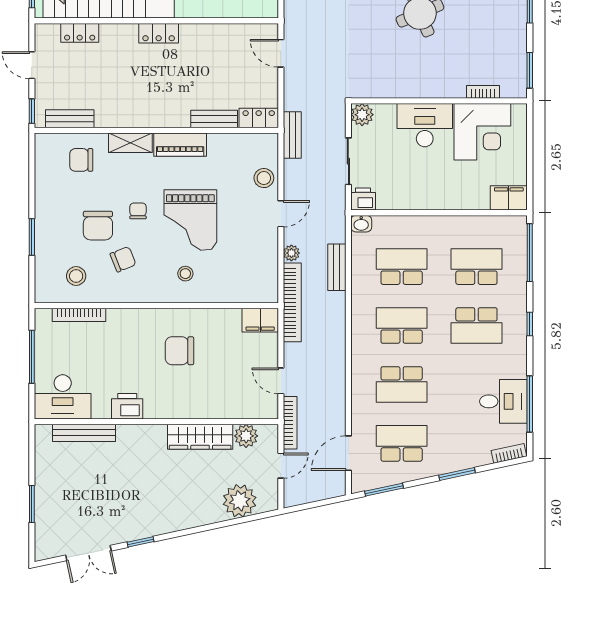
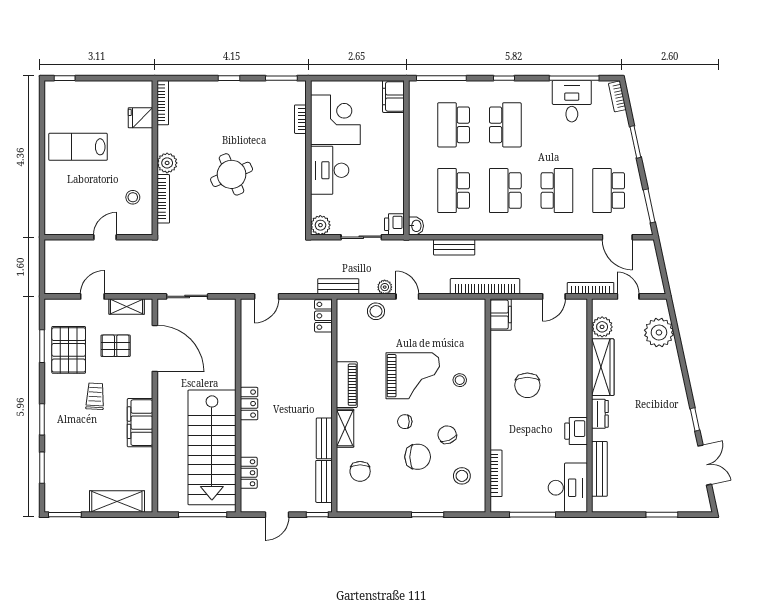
bench: (214, 119) -> (324, 438), moved
plant: (291, 253) -> (385, 287), moved
dresser: (147, 434) -> (600, 414), added

